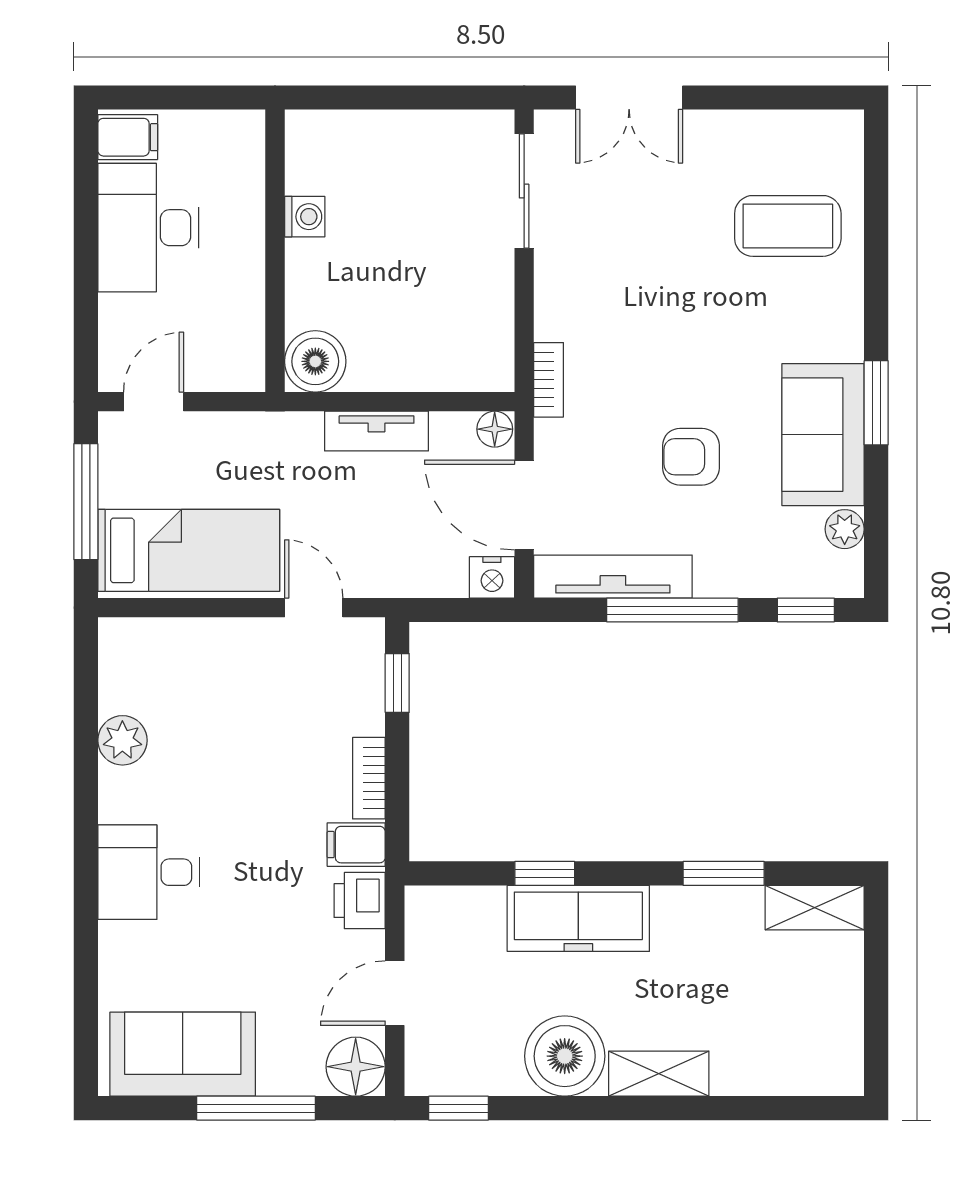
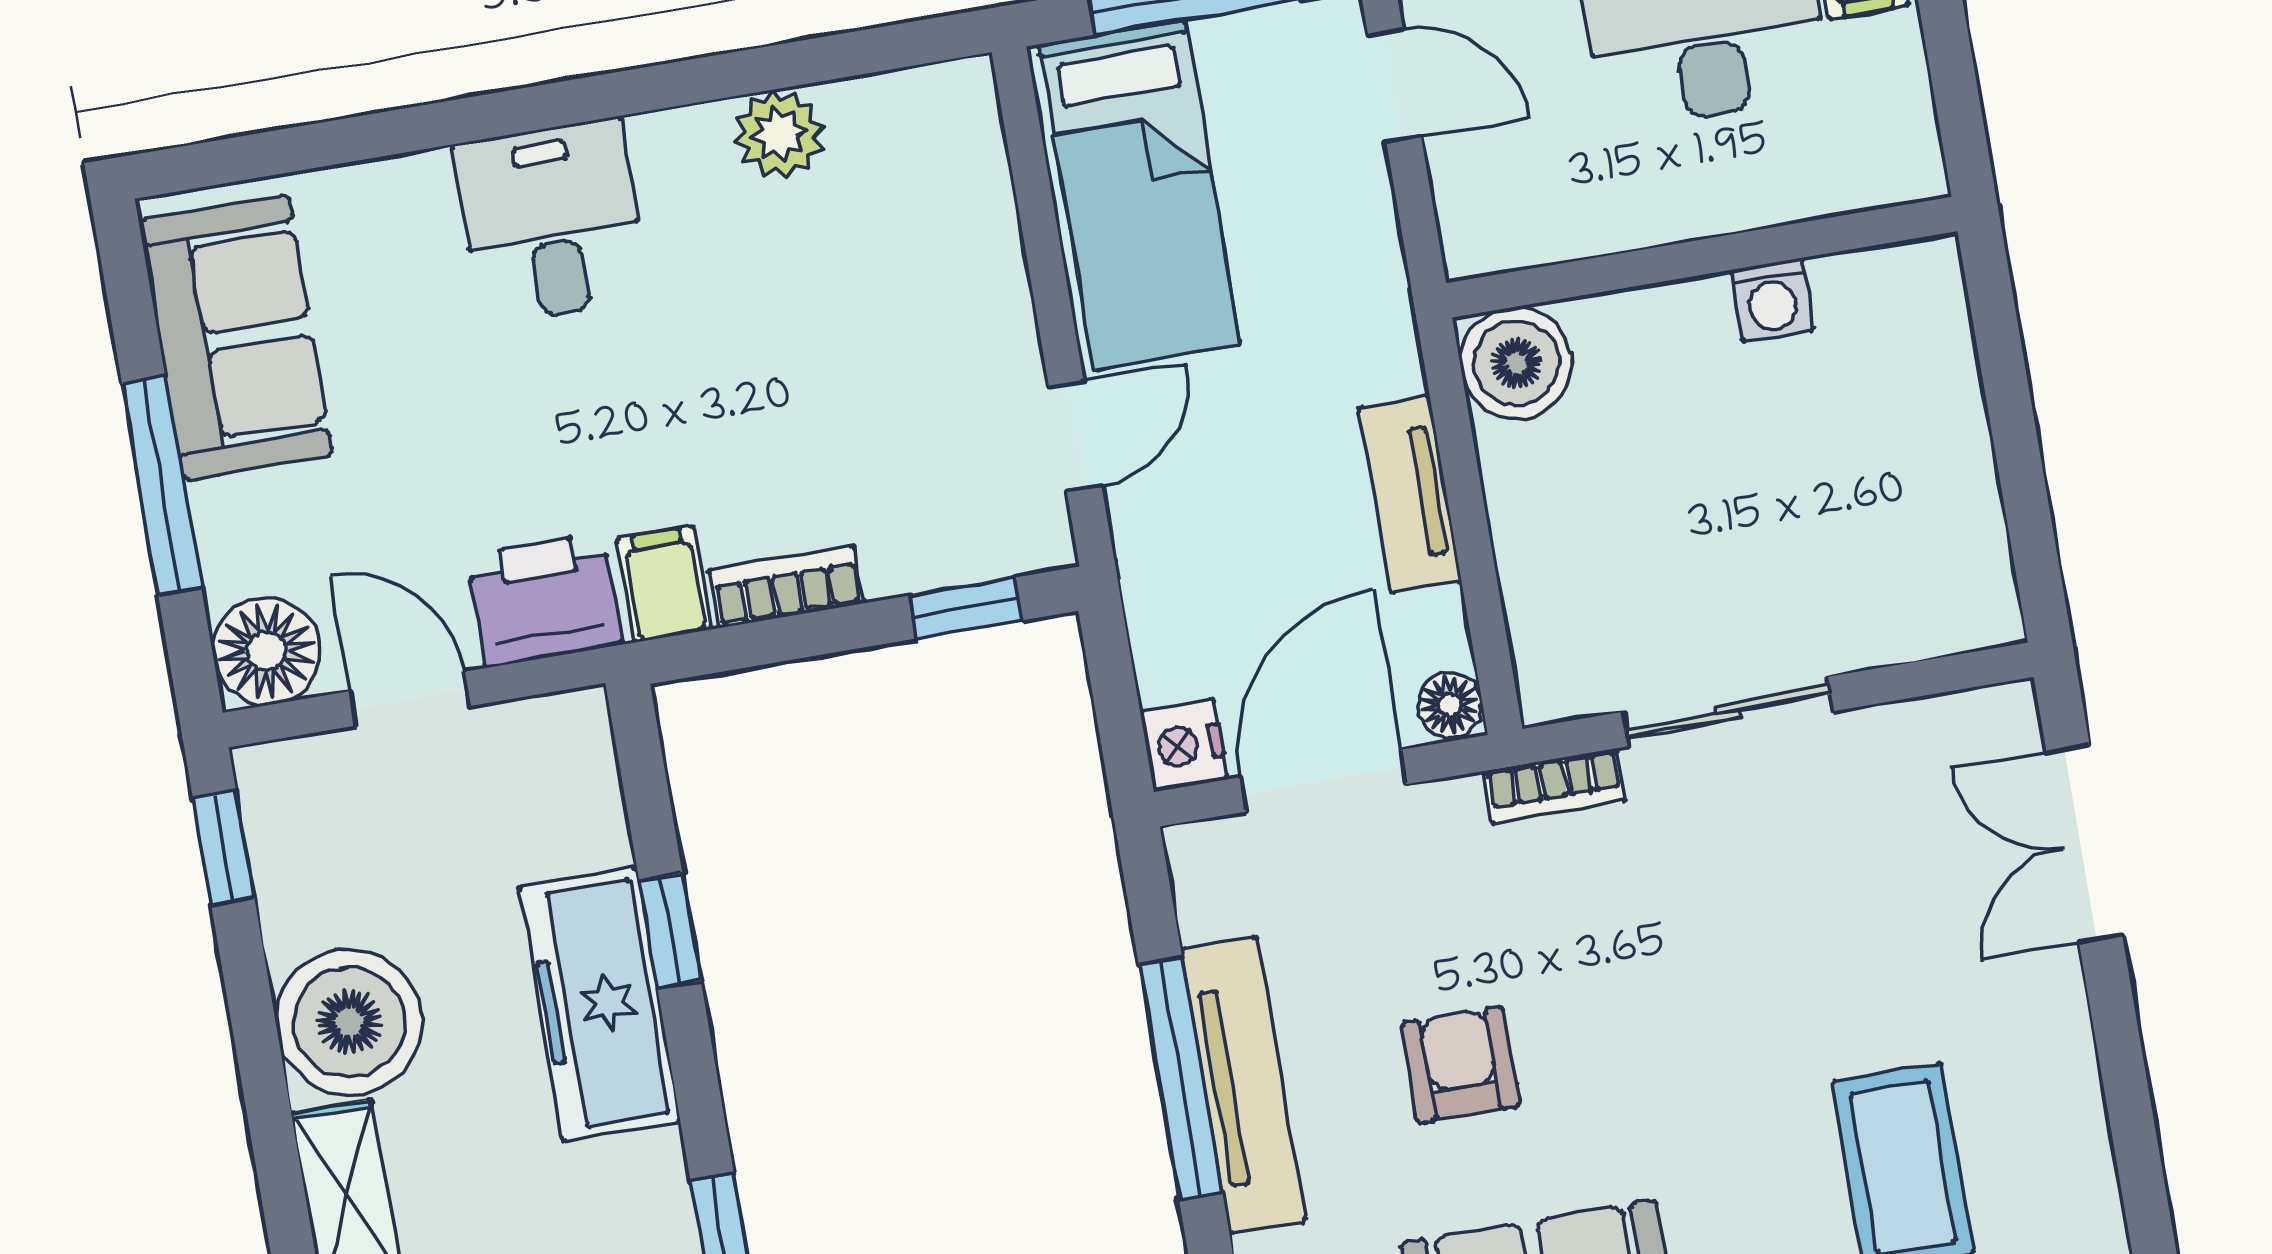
sliding door: (524, 191) -> (1728, 712), moved
tv unit: (613, 577) -> (1243, 1085), moved
printer: (360, 901) -> (545, 600), width x1.36, depth x1.24

